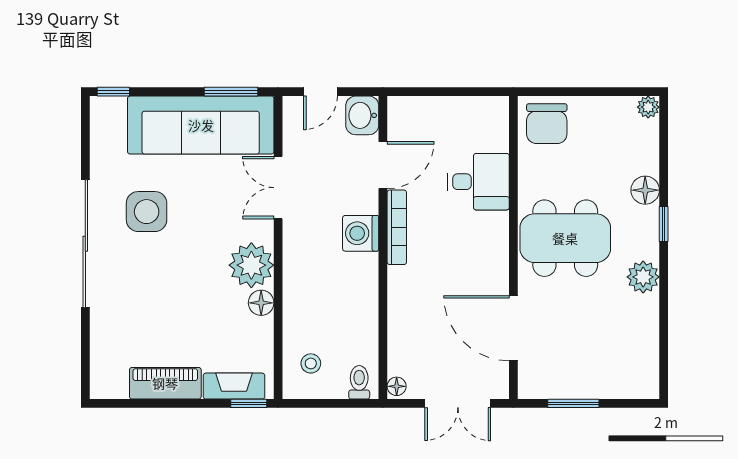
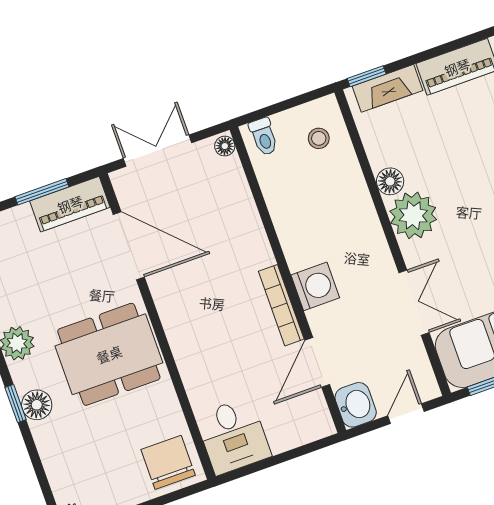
desk: (479, 182) -> (233, 436), moved, turned -90
floor lamp: (645, 190) -> (37, 405), moved
piano: (552, 384) -> (70, 204), added

